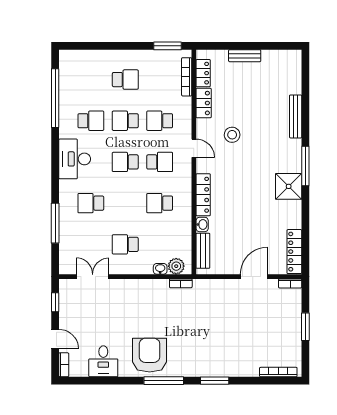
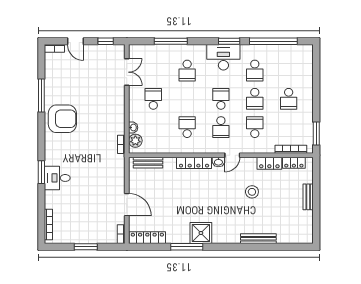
school desk: (125, 121) -> (255, 99), turned 180
stool: (232, 135) -> (252, 192), moved
window: (55, 152) -> (229, 41), added
window: (305, 166) -> (187, 247), moved
school desk: (91, 203) -> (187, 71), turned 180
washbasin: (202, 224) -> (218, 162), moved
door: (55, 339) -> (75, 41), hinge flipped
desk: (103, 361) -> (57, 178), moved
window: (164, 381) -> (41, 95), moved

